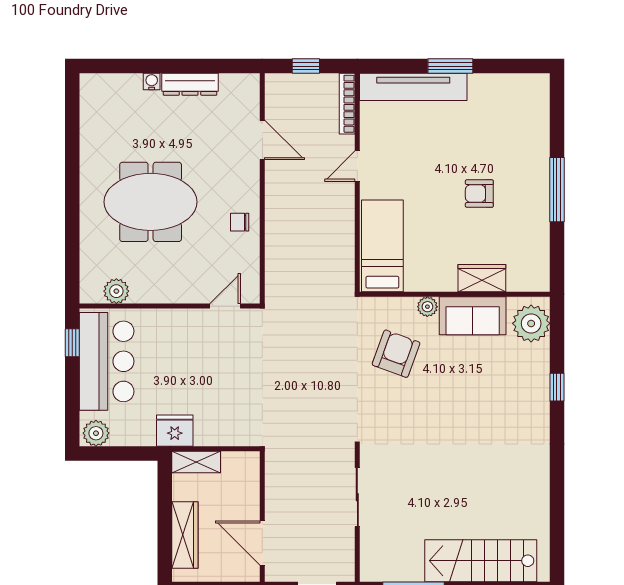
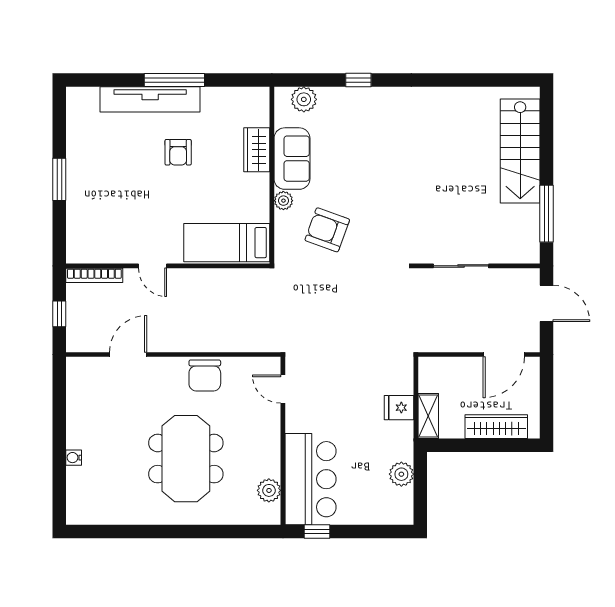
dresser: (190, 84) -> (76, 422), removed
tv unit: (413, 87) -> (150, 99), moved, turned 90
chair: (240, 222) -> (205, 376), width x1.87, depth x1.87
plant: (531, 323) -> (304, 99), width x0.73, depth x0.73
bar counter: (107, 361) -> (311, 479), moved, turned 90
fridge: (175, 431) -> (399, 408), moved, width x0.72
plant: (96, 433) -> (401, 474), moved

